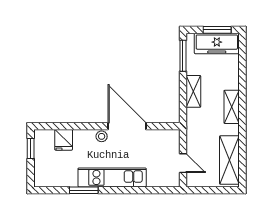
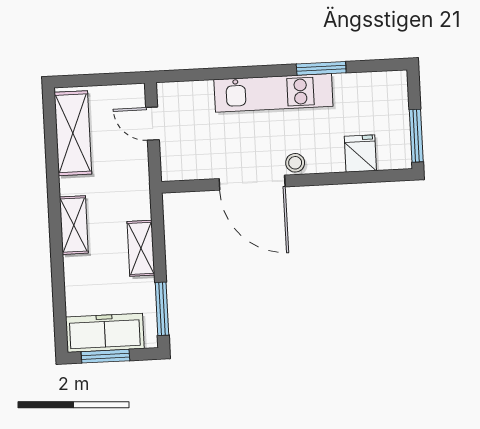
window: (31, 148) -> (416, 136), width x1.50

